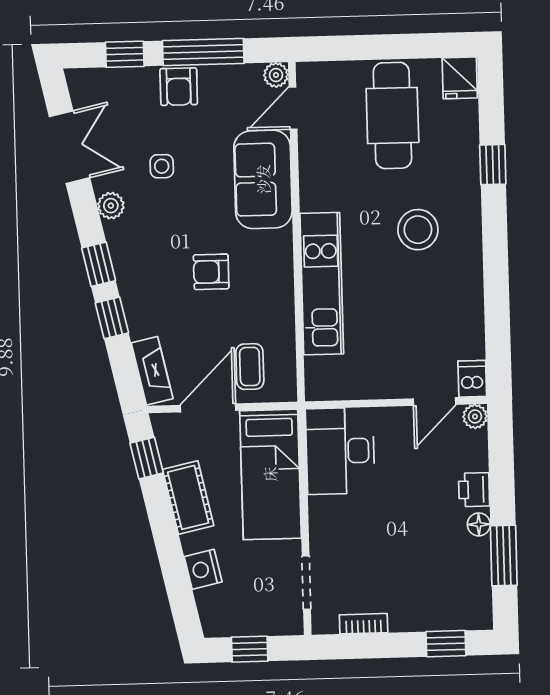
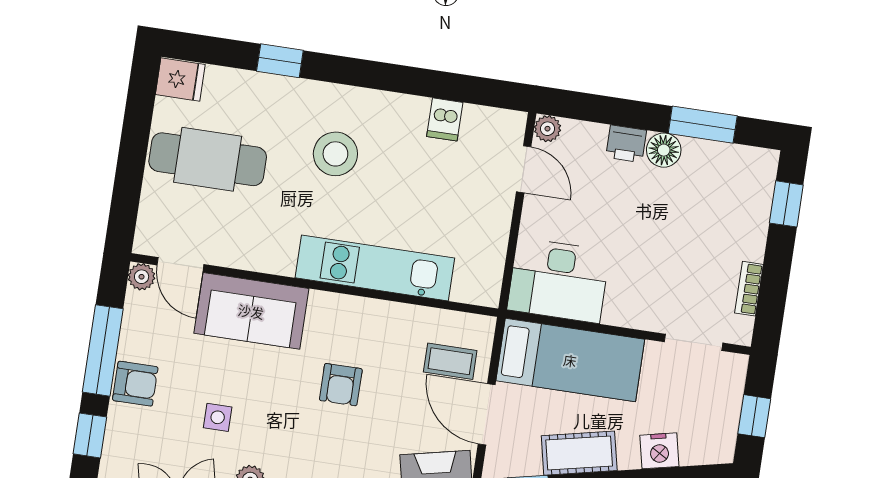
dishwasher: (472, 379) -> (445, 119), moved, turned -90
floor lamp: (479, 524) -> (664, 150), width x1.37, depth x1.37

